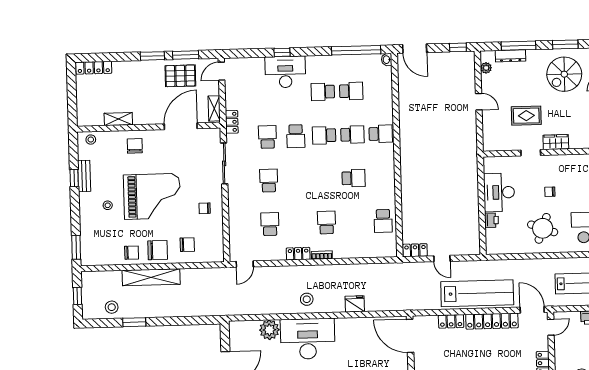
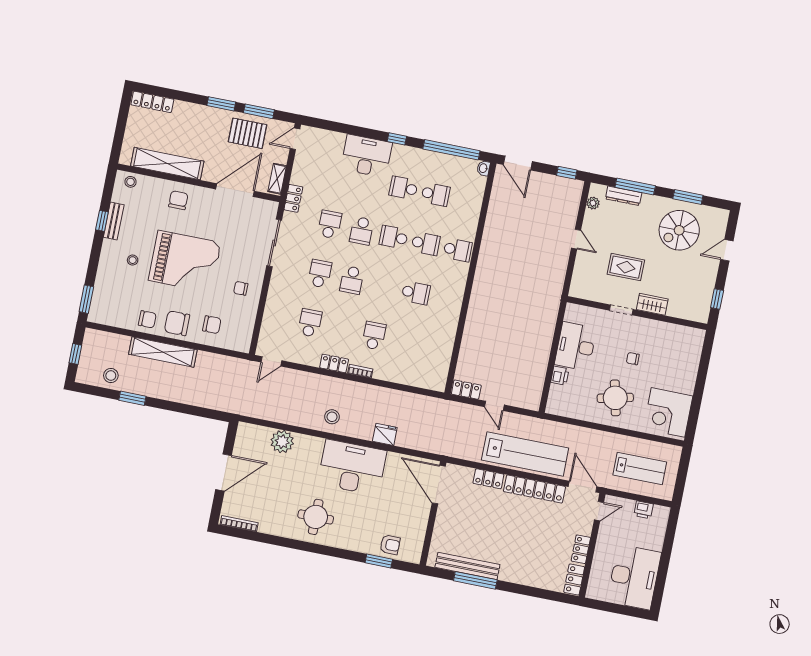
window: (282, 52) -> (397, 139), moved
shelving: (118, 119) -> (167, 164), width x2.20, depth x1.33
school desk: (383, 221) -> (352, 280), moved
round table: (543, 228) -> (615, 398), turned -33
chair: (158, 250) -> (177, 323), turned 180
desk: (308, 339) -> (352, 467), moved

